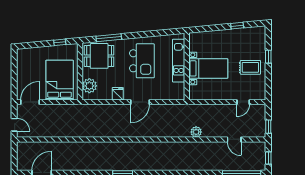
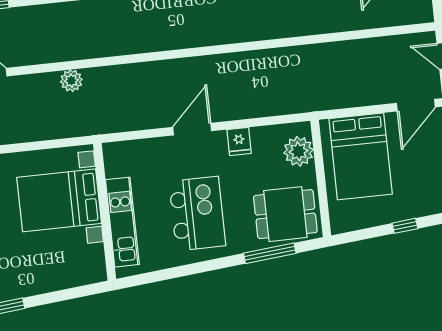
window: (60, 42) -> (405, 226), moved
kitchen island: (142, 61) -> (197, 214), turned 180
bed with nightstands: (208, 68) -> (59, 200), width x1.36

